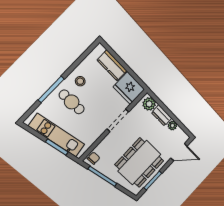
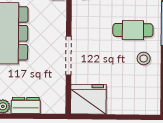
kitchen counter: (112, 65) -> (127, 105), removed
plant: (149, 104) -> (51, 104), removed

